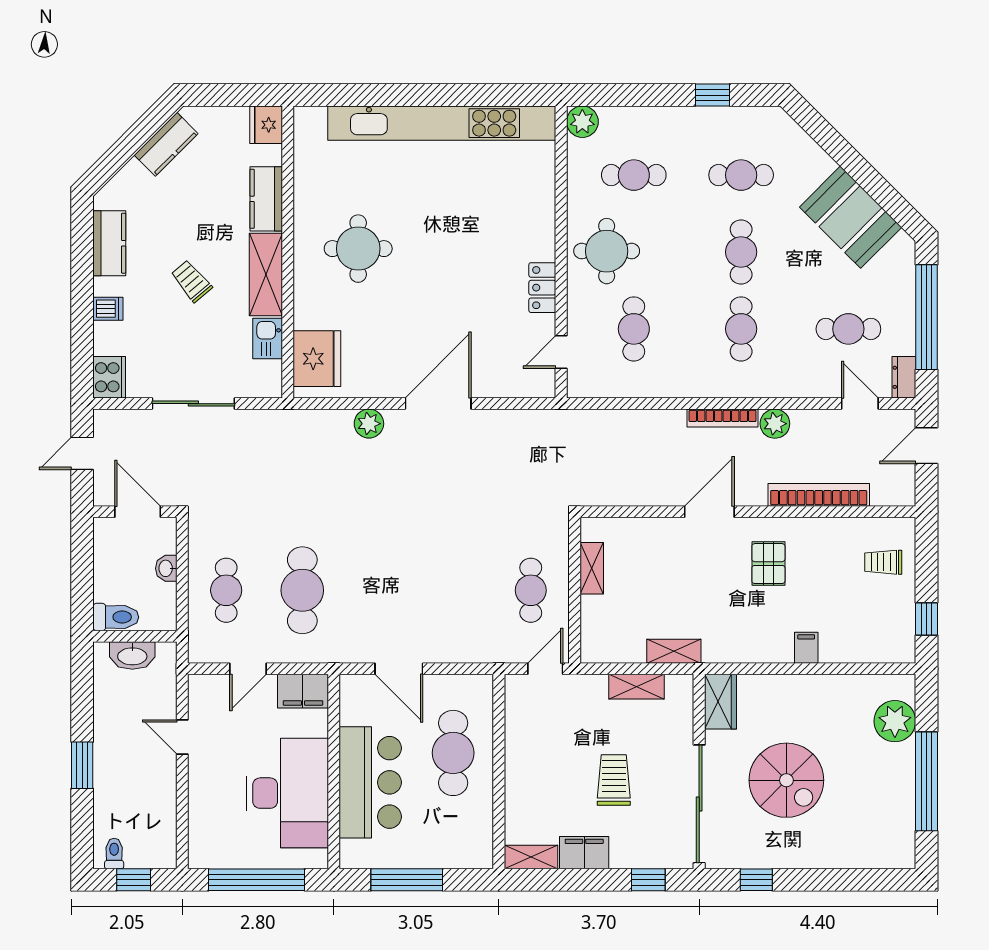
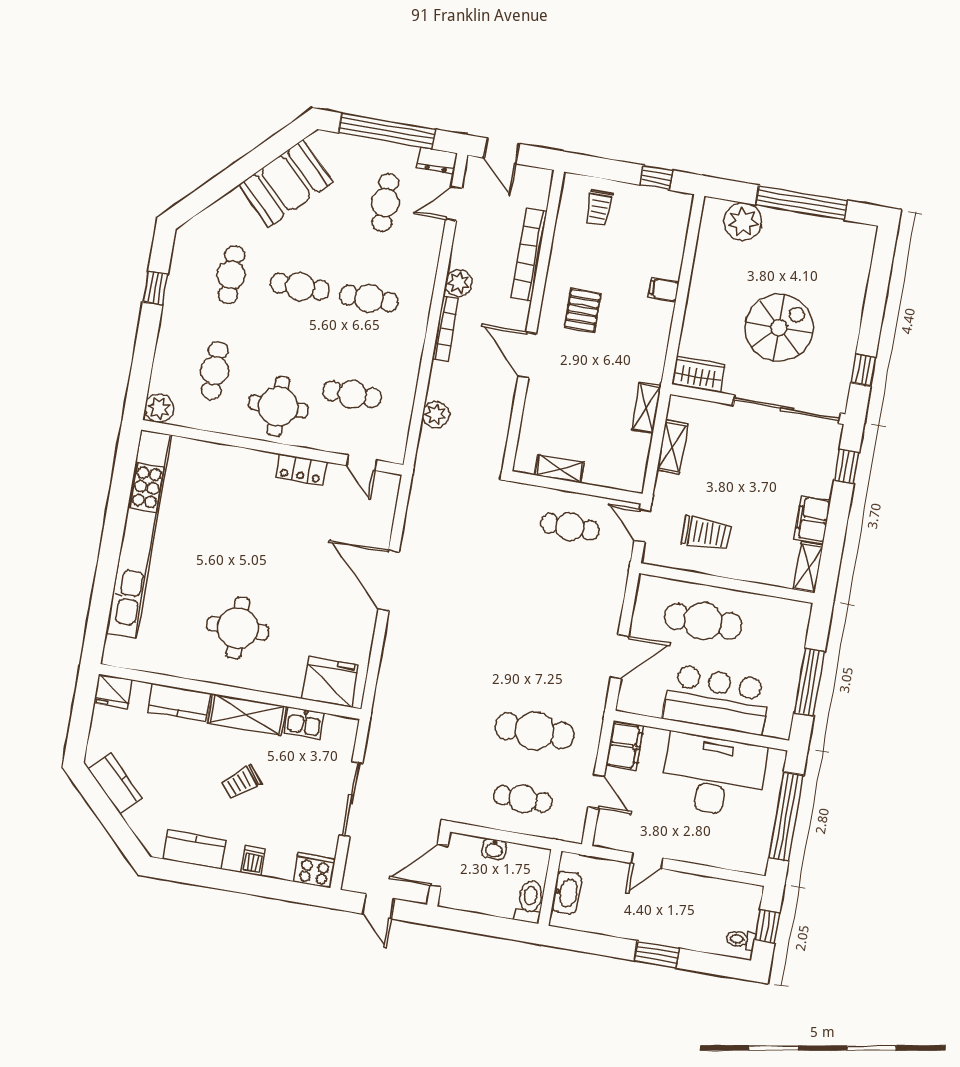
plant: (369, 424) -> (436, 415), moved
pallet: (768, 564) -> (583, 310), turned 90
trolley: (614, 780) -> (706, 533), moved, turned 180

